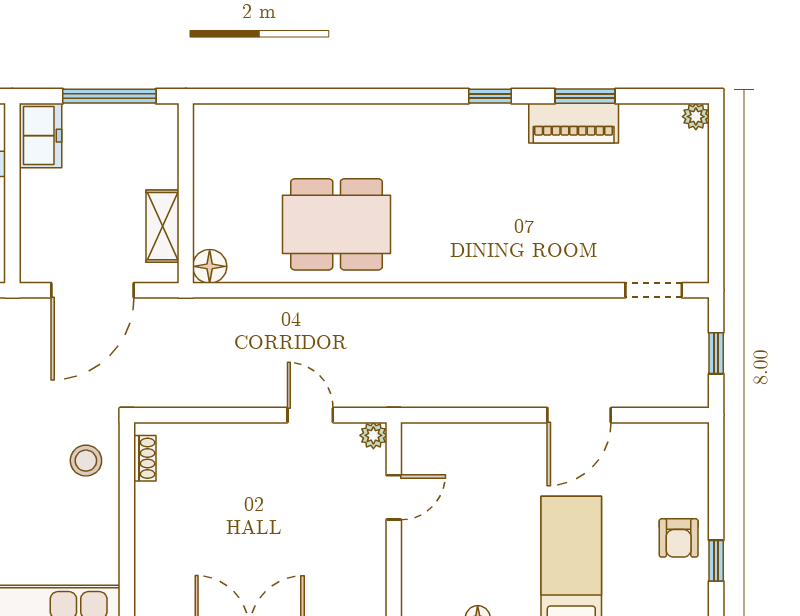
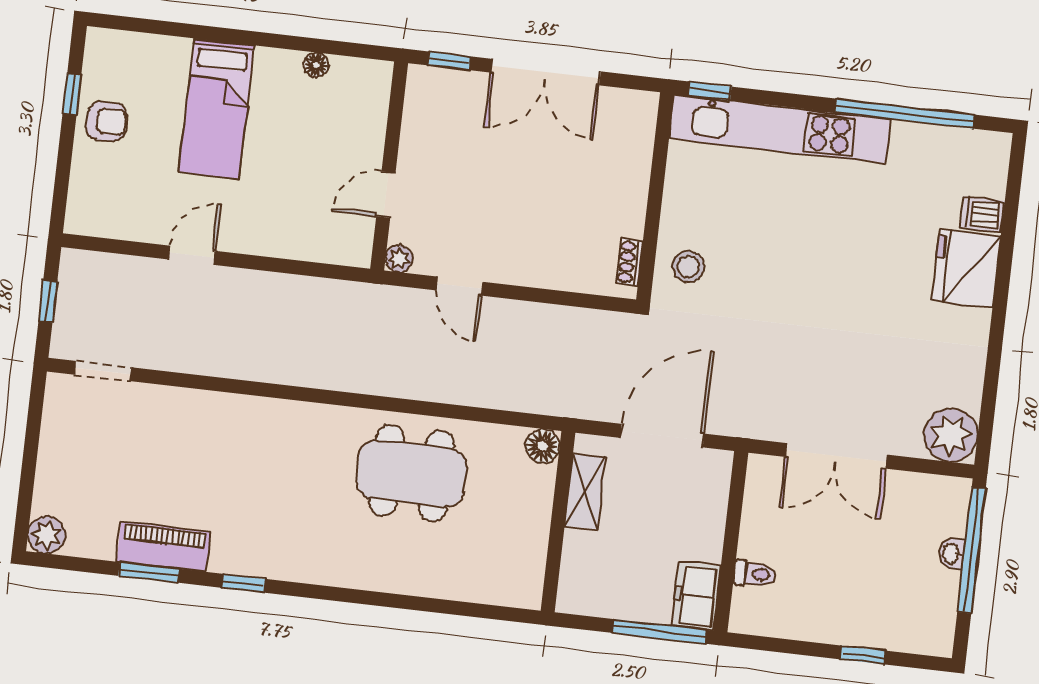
window: (109, 96) -> (659, 631), moved
plant: (696, 117) -> (46, 535), width x1.38, depth x1.38
door: (579, 415) -> (192, 255), width x0.73
armchair: (679, 538) -> (107, 121), turned 90

